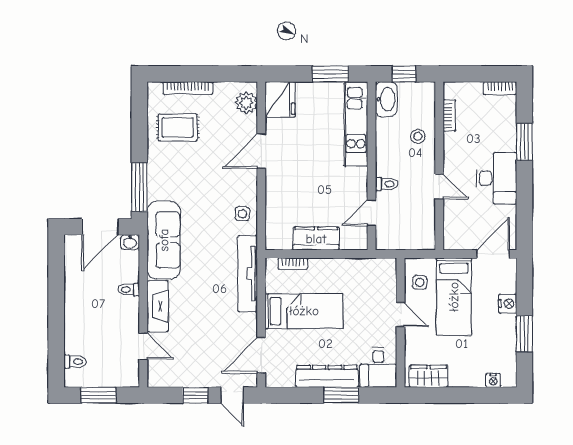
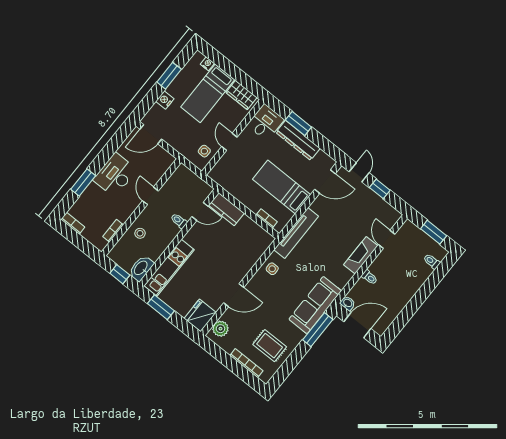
kitchen counter: (316, 239) -> (226, 209), moved
sofa: (164, 240) -> (315, 305), moved
bed: (454, 297) -> (208, 93), moved, turned 180

